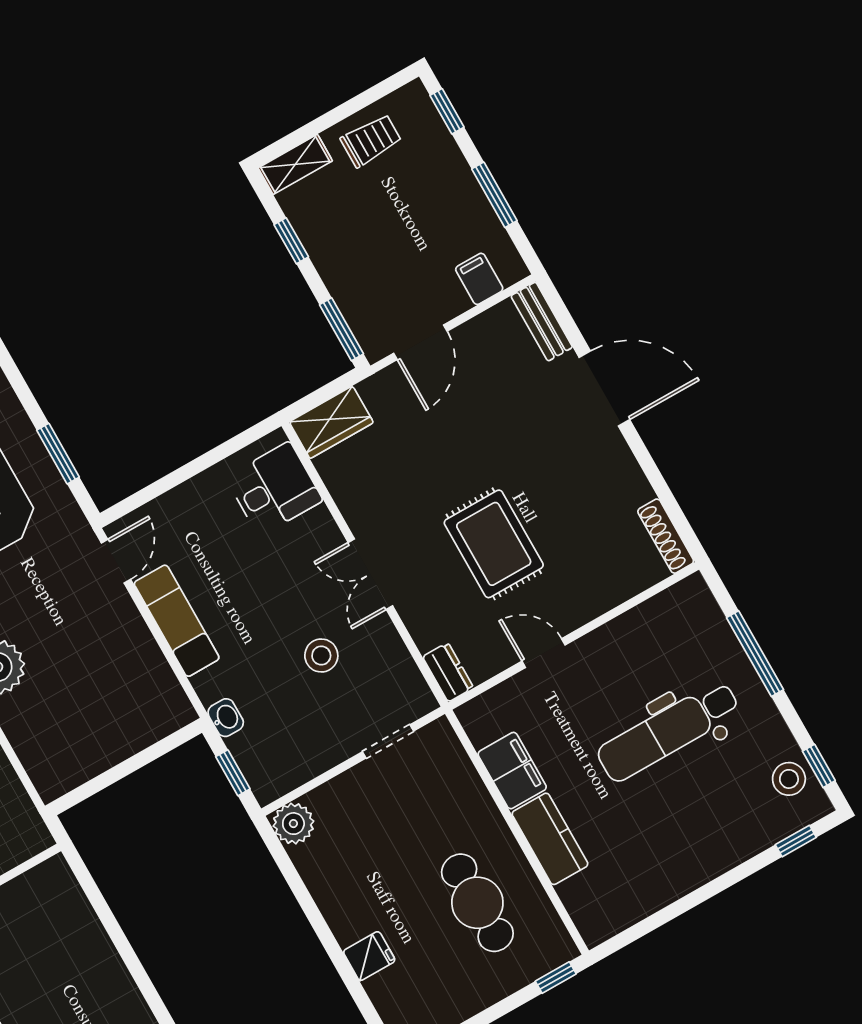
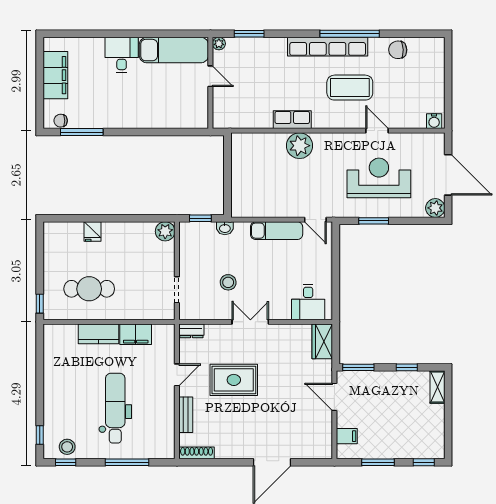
trolley: (371, 140) -> (430, 424), removed
bench: (542, 322) -> (186, 415), moved, turned 90

